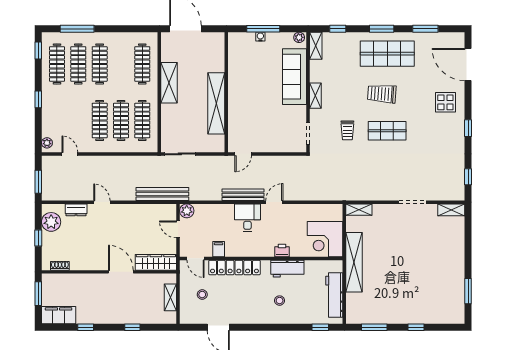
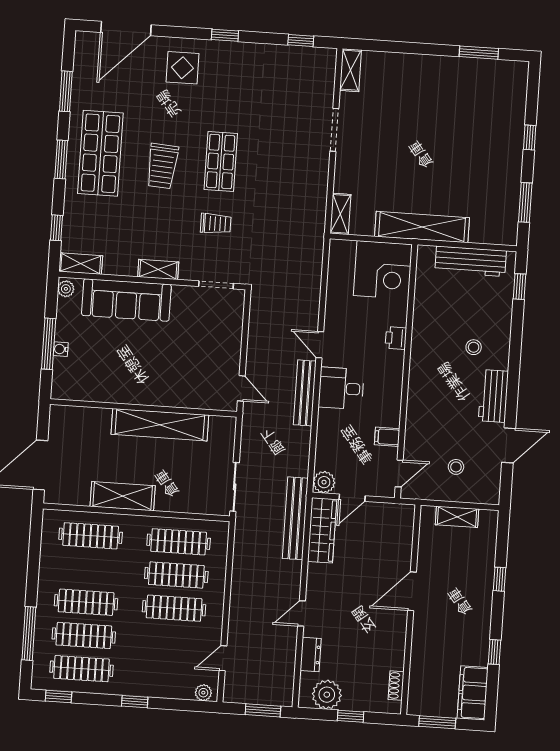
wardrobe: (156, 262) -> (322, 530), moved, turned 180
locker: (234, 268) -> (417, 414), removed
workbench: (287, 269) -> (493, 396), moved, turned 180

